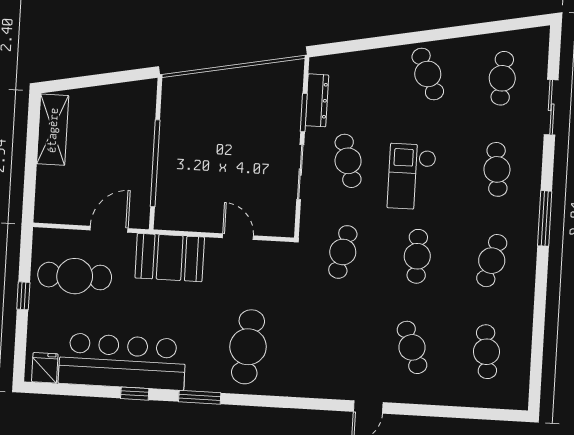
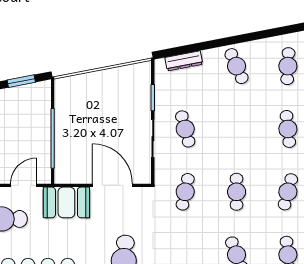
window: (114, 78) -> (21, 81), added
dresser: (317, 100) -> (184, 61), moved, turned 79
checkout: (412, 177) -> (230, 137), removed
door: (238, 237) -> (112, 185), width x1.87

